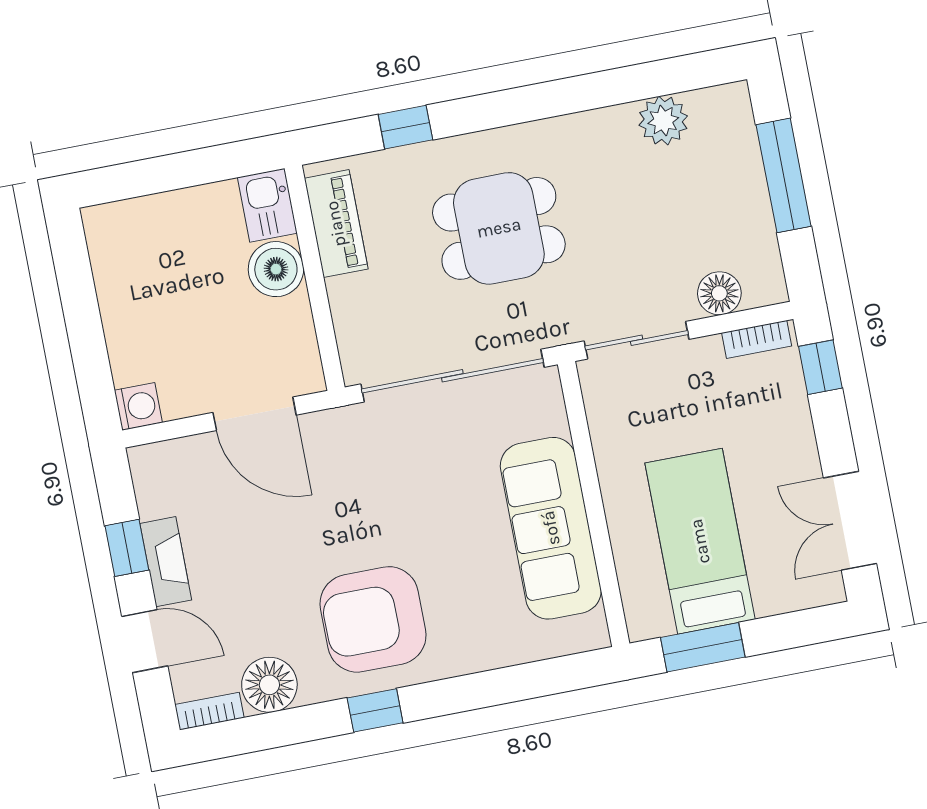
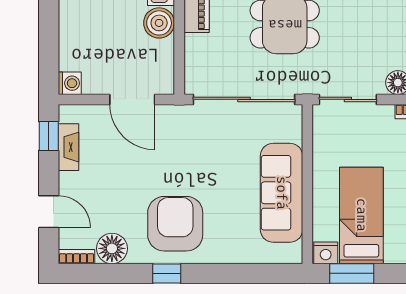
window: (127, 548) -> (49, 136), moved
fireplace: (166, 562) -> (68, 147), moved
armchair: (373, 619) -> (175, 224), turned 90
nightstand: (650, 620) -> (326, 253), added

